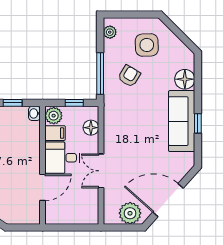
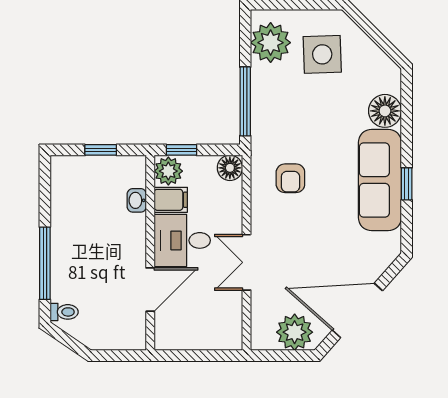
plant: (110, 32) -> (271, 43), width x1.87, depth x1.87
armchair: (129, 76) -> (290, 178), moved, turned 149
window: (74, 103) -> (181, 150), moved
washbasin: (34, 113) -> (137, 200), moved
floor lamp: (91, 128) -> (230, 168), moved

